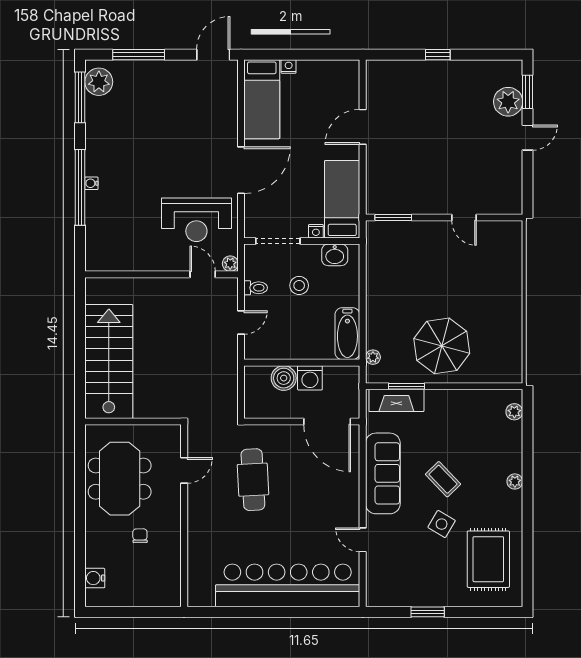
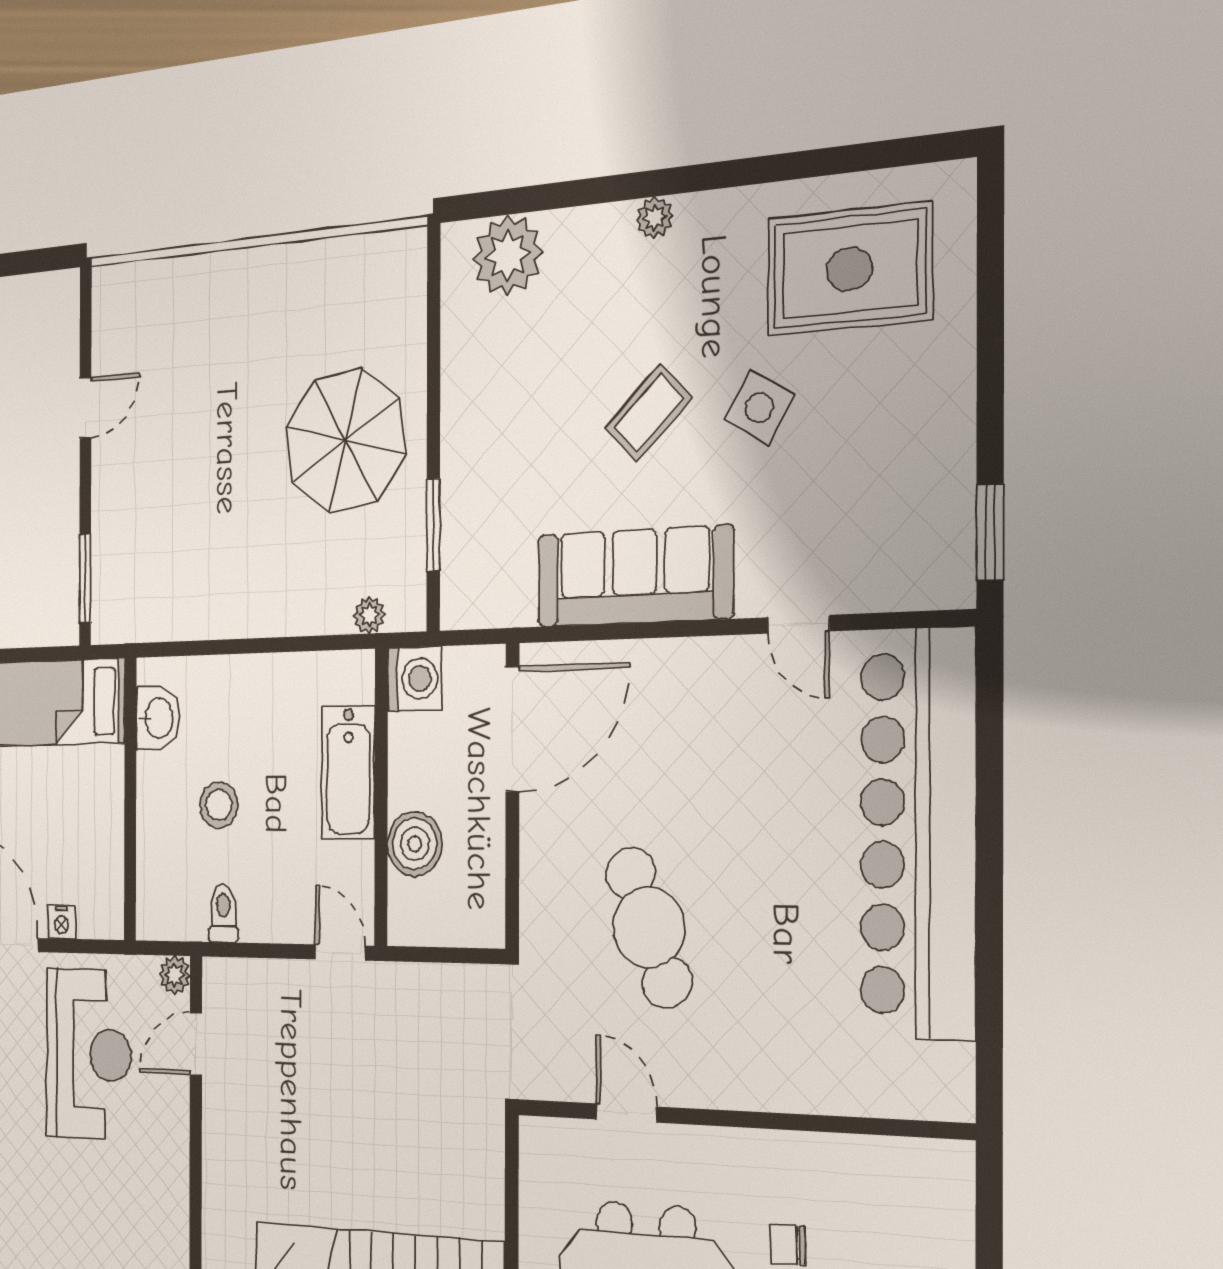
nightstand: (316, 231) -> (62, 922), moved, turned 90
doorway: (278, 241) -> (130, 857), removed
door: (241, 323) -> (340, 952), moved
bathtub: (347, 334) -> (348, 772), moved, turned 90
washing machine: (310, 378) -> (415, 679), moved
fireplace: (396, 400) -> (465, 549), removed
plant: (514, 412) -> (508, 255), width x1.88, depth x1.88
cafe table: (253, 480) -> (649, 928), turned 72
door: (363, 540) -> (799, 624), hinge flipped
window: (428, 612) -> (990, 532), moved

